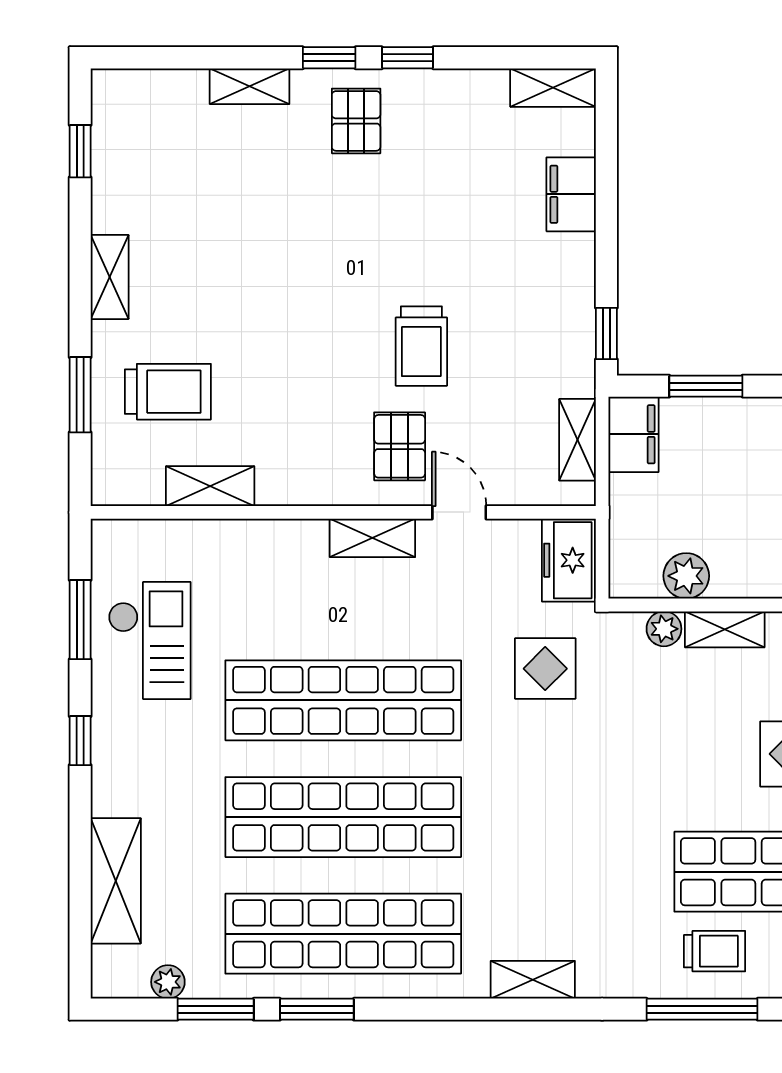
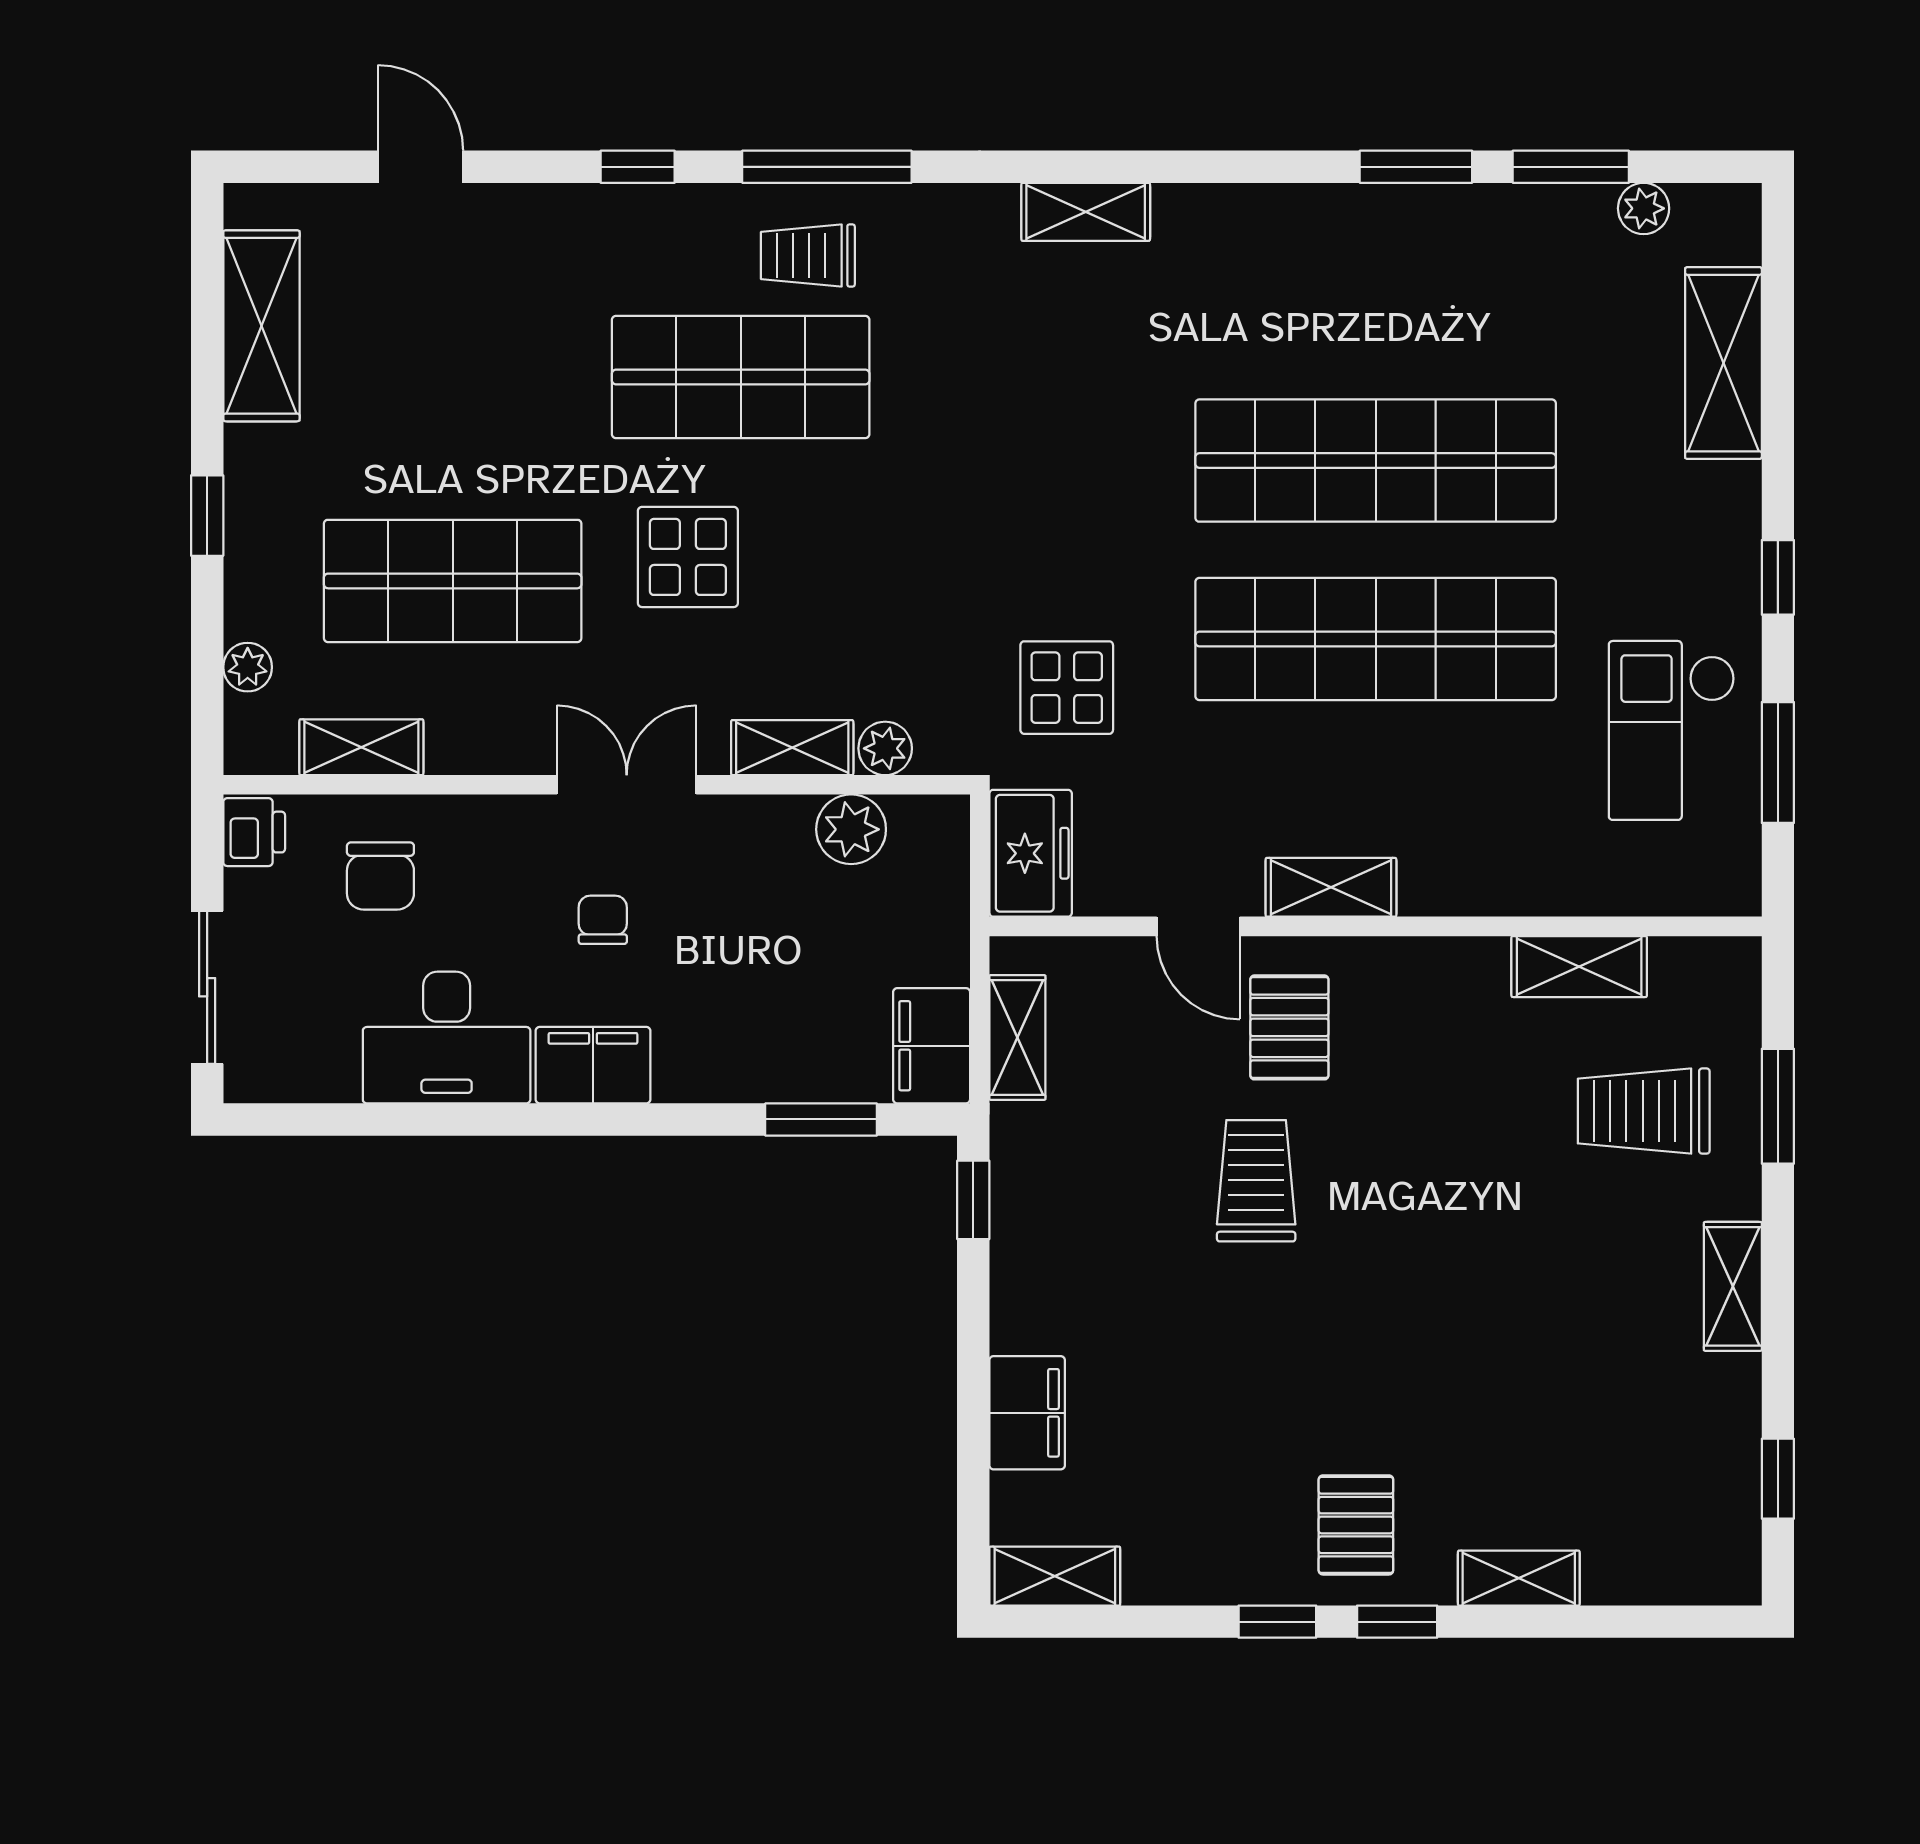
shop shelf: (343, 934) -> (1376, 282), removed

